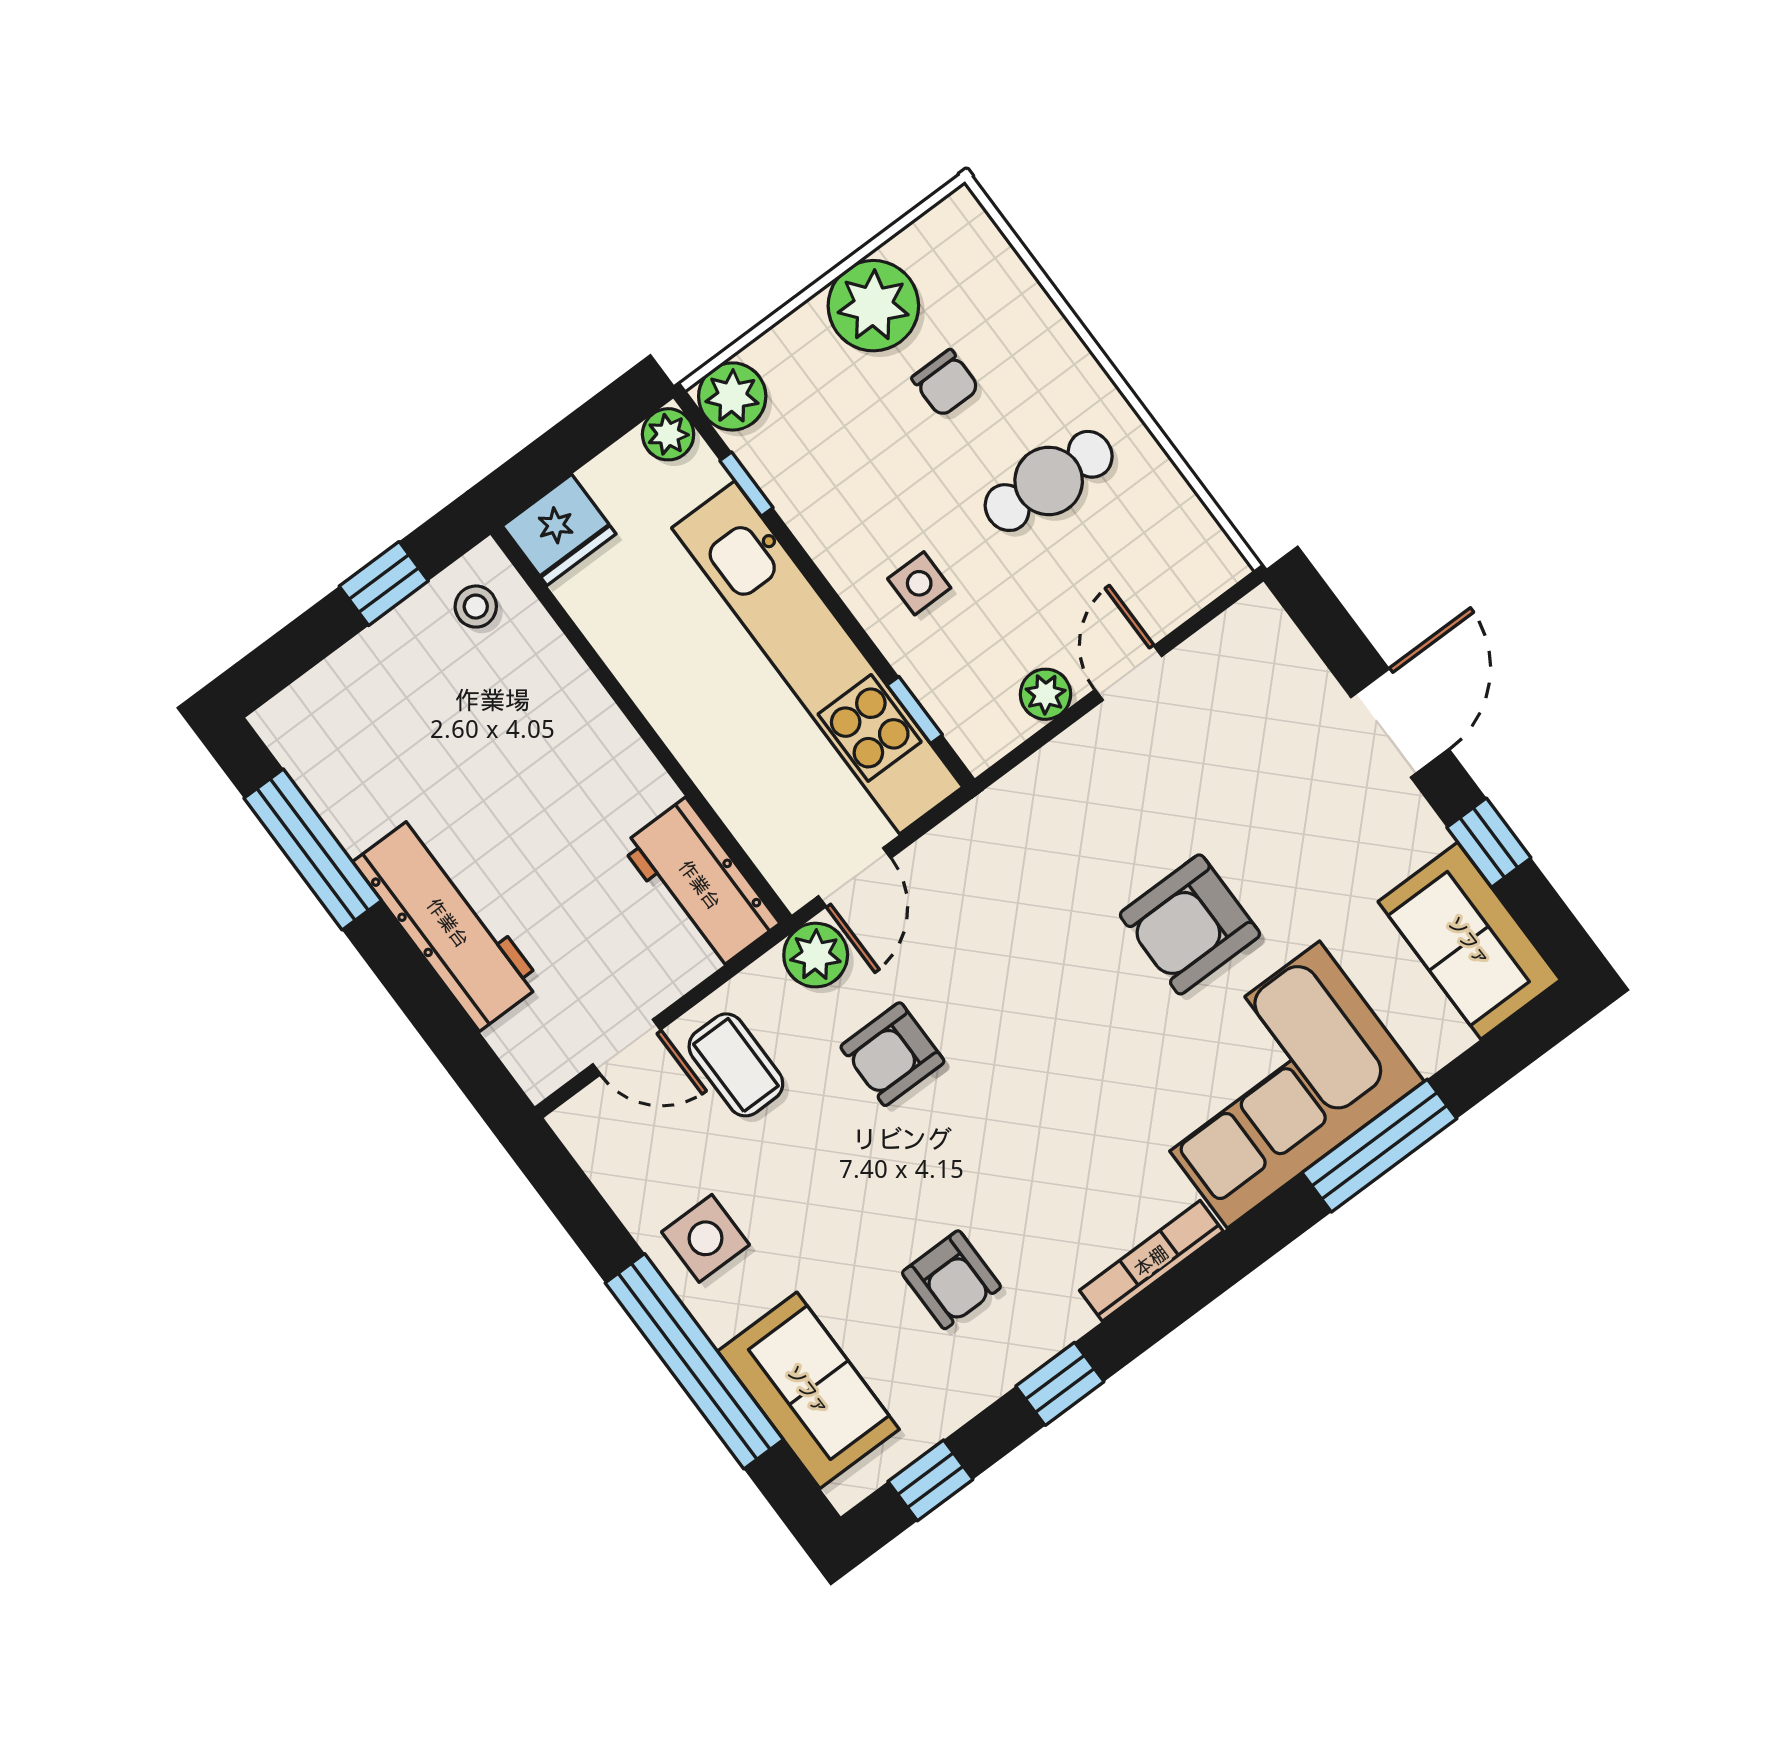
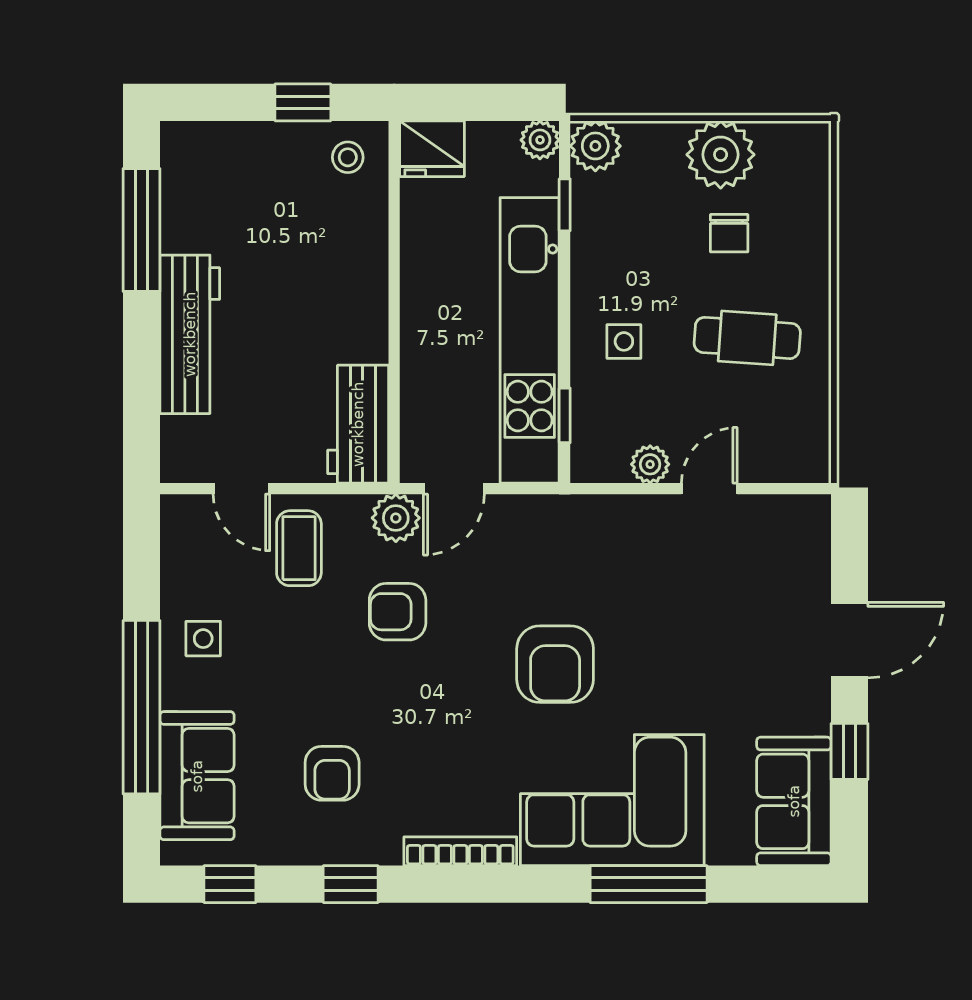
armchair: (1190, 924) -> (555, 664), moved, turned -90
side table: (706, 1238) -> (203, 639), width x0.73, depth x0.73

